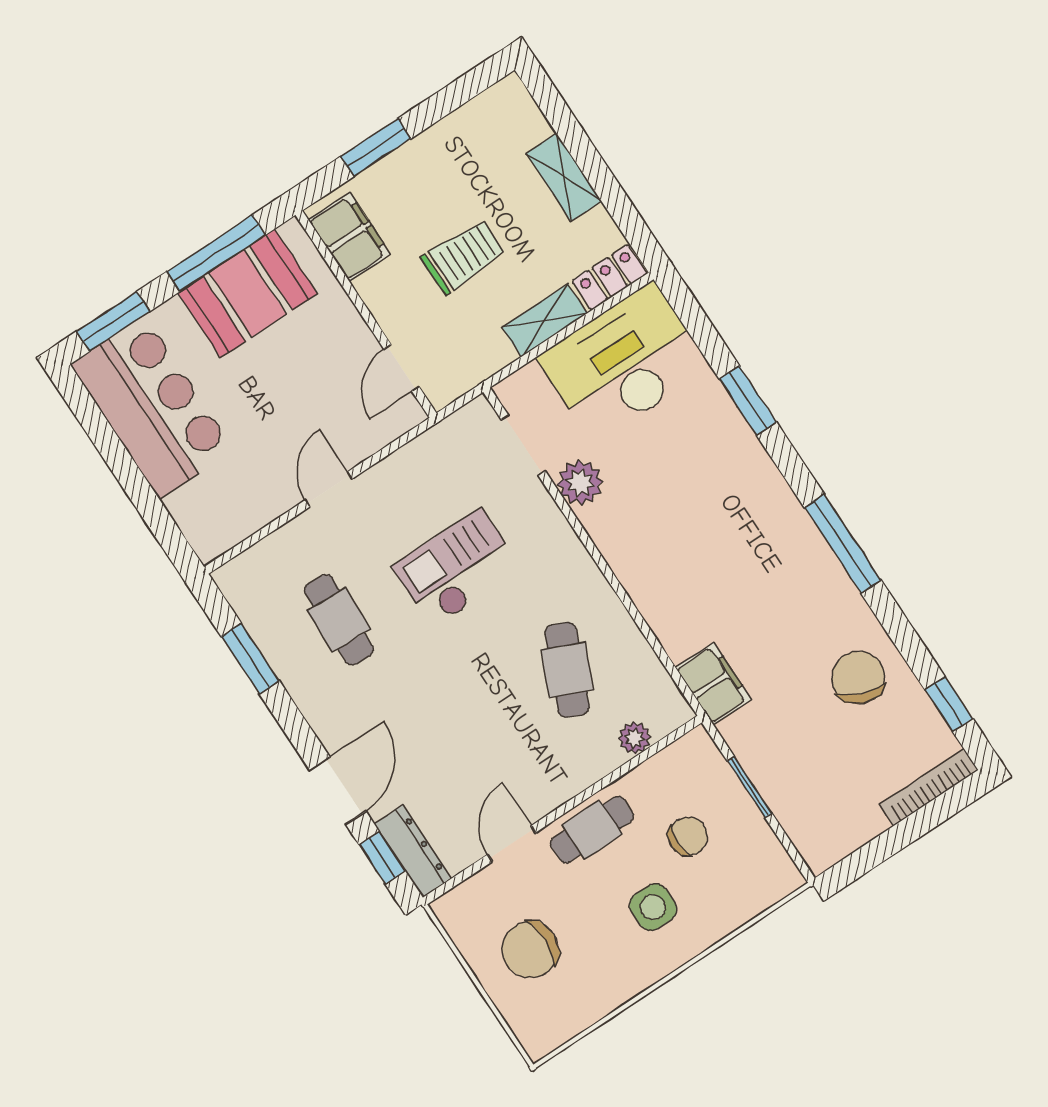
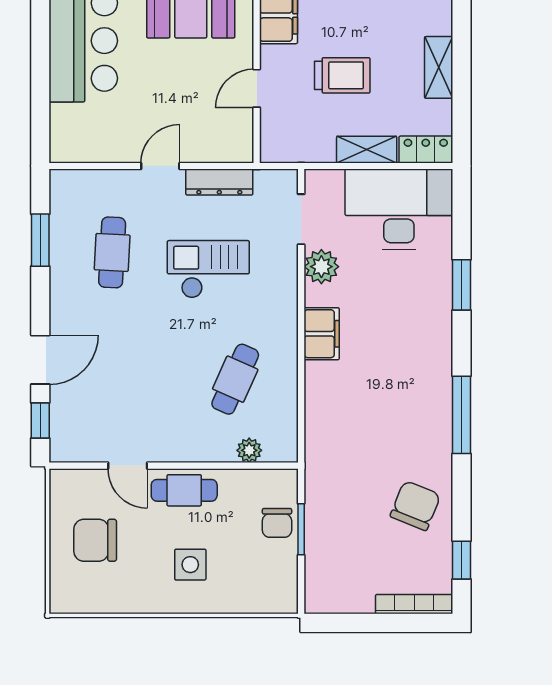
door: (402, 368) -> (257, 88), moved
filing cabinet: (713, 684) -> (322, 334), moved
chair: (688, 836) -> (277, 523), moved, turned 90
door: (512, 844) -> (128, 466), swing flipped
dresser: (413, 851) -> (219, 182), moved, turned 90

